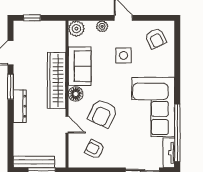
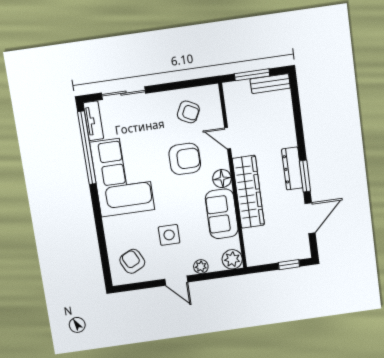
dresser: (20, 106) -> (292, 168), moved
armchair: (103, 113) -> (185, 159), turned 65
bench: (34, 162) -> (270, 84), width x0.73

